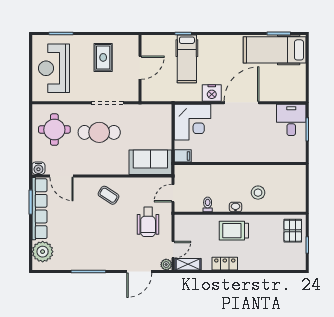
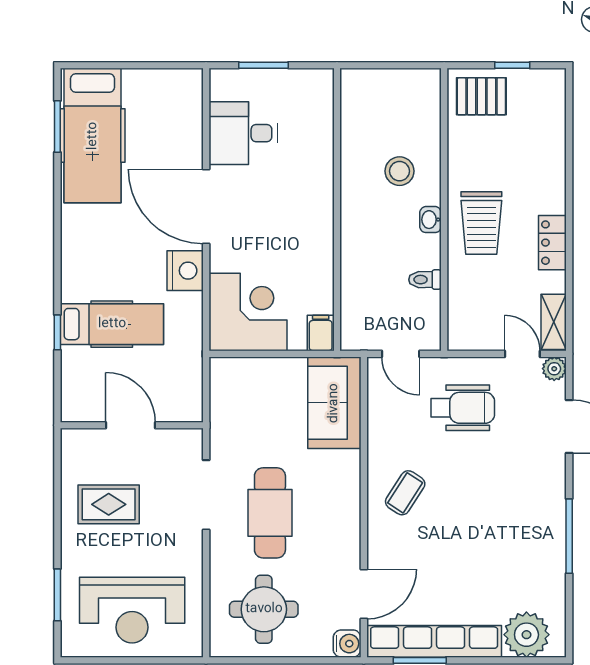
desk: (291, 120) -> (243, 133), moved

